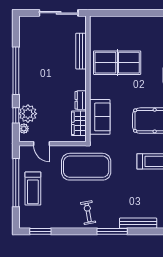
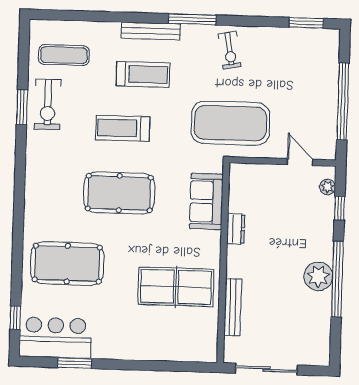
plant: (28, 114) -> (318, 276), moved
wardrobe: (79, 123) -> (240, 193), removed
treadmill: (33, 189) -> (143, 74), moved, turned 90

